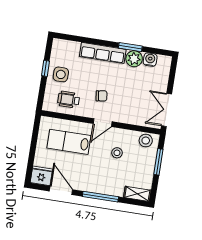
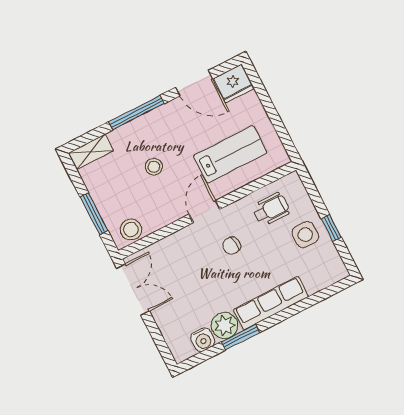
stool: (117, 153) -> (154, 167), moved

